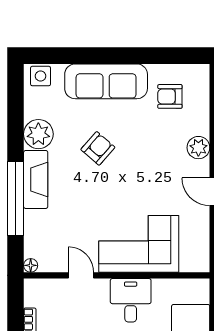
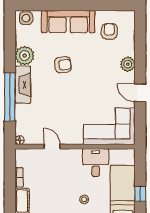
armchair: (170, 96) -> (109, 31), turned 90
armchair: (98, 148) -> (63, 65), turned 43
corner sofa: (139, 244) -> (109, 126), moved
desk: (131, 300) -> (96, 163), moved

